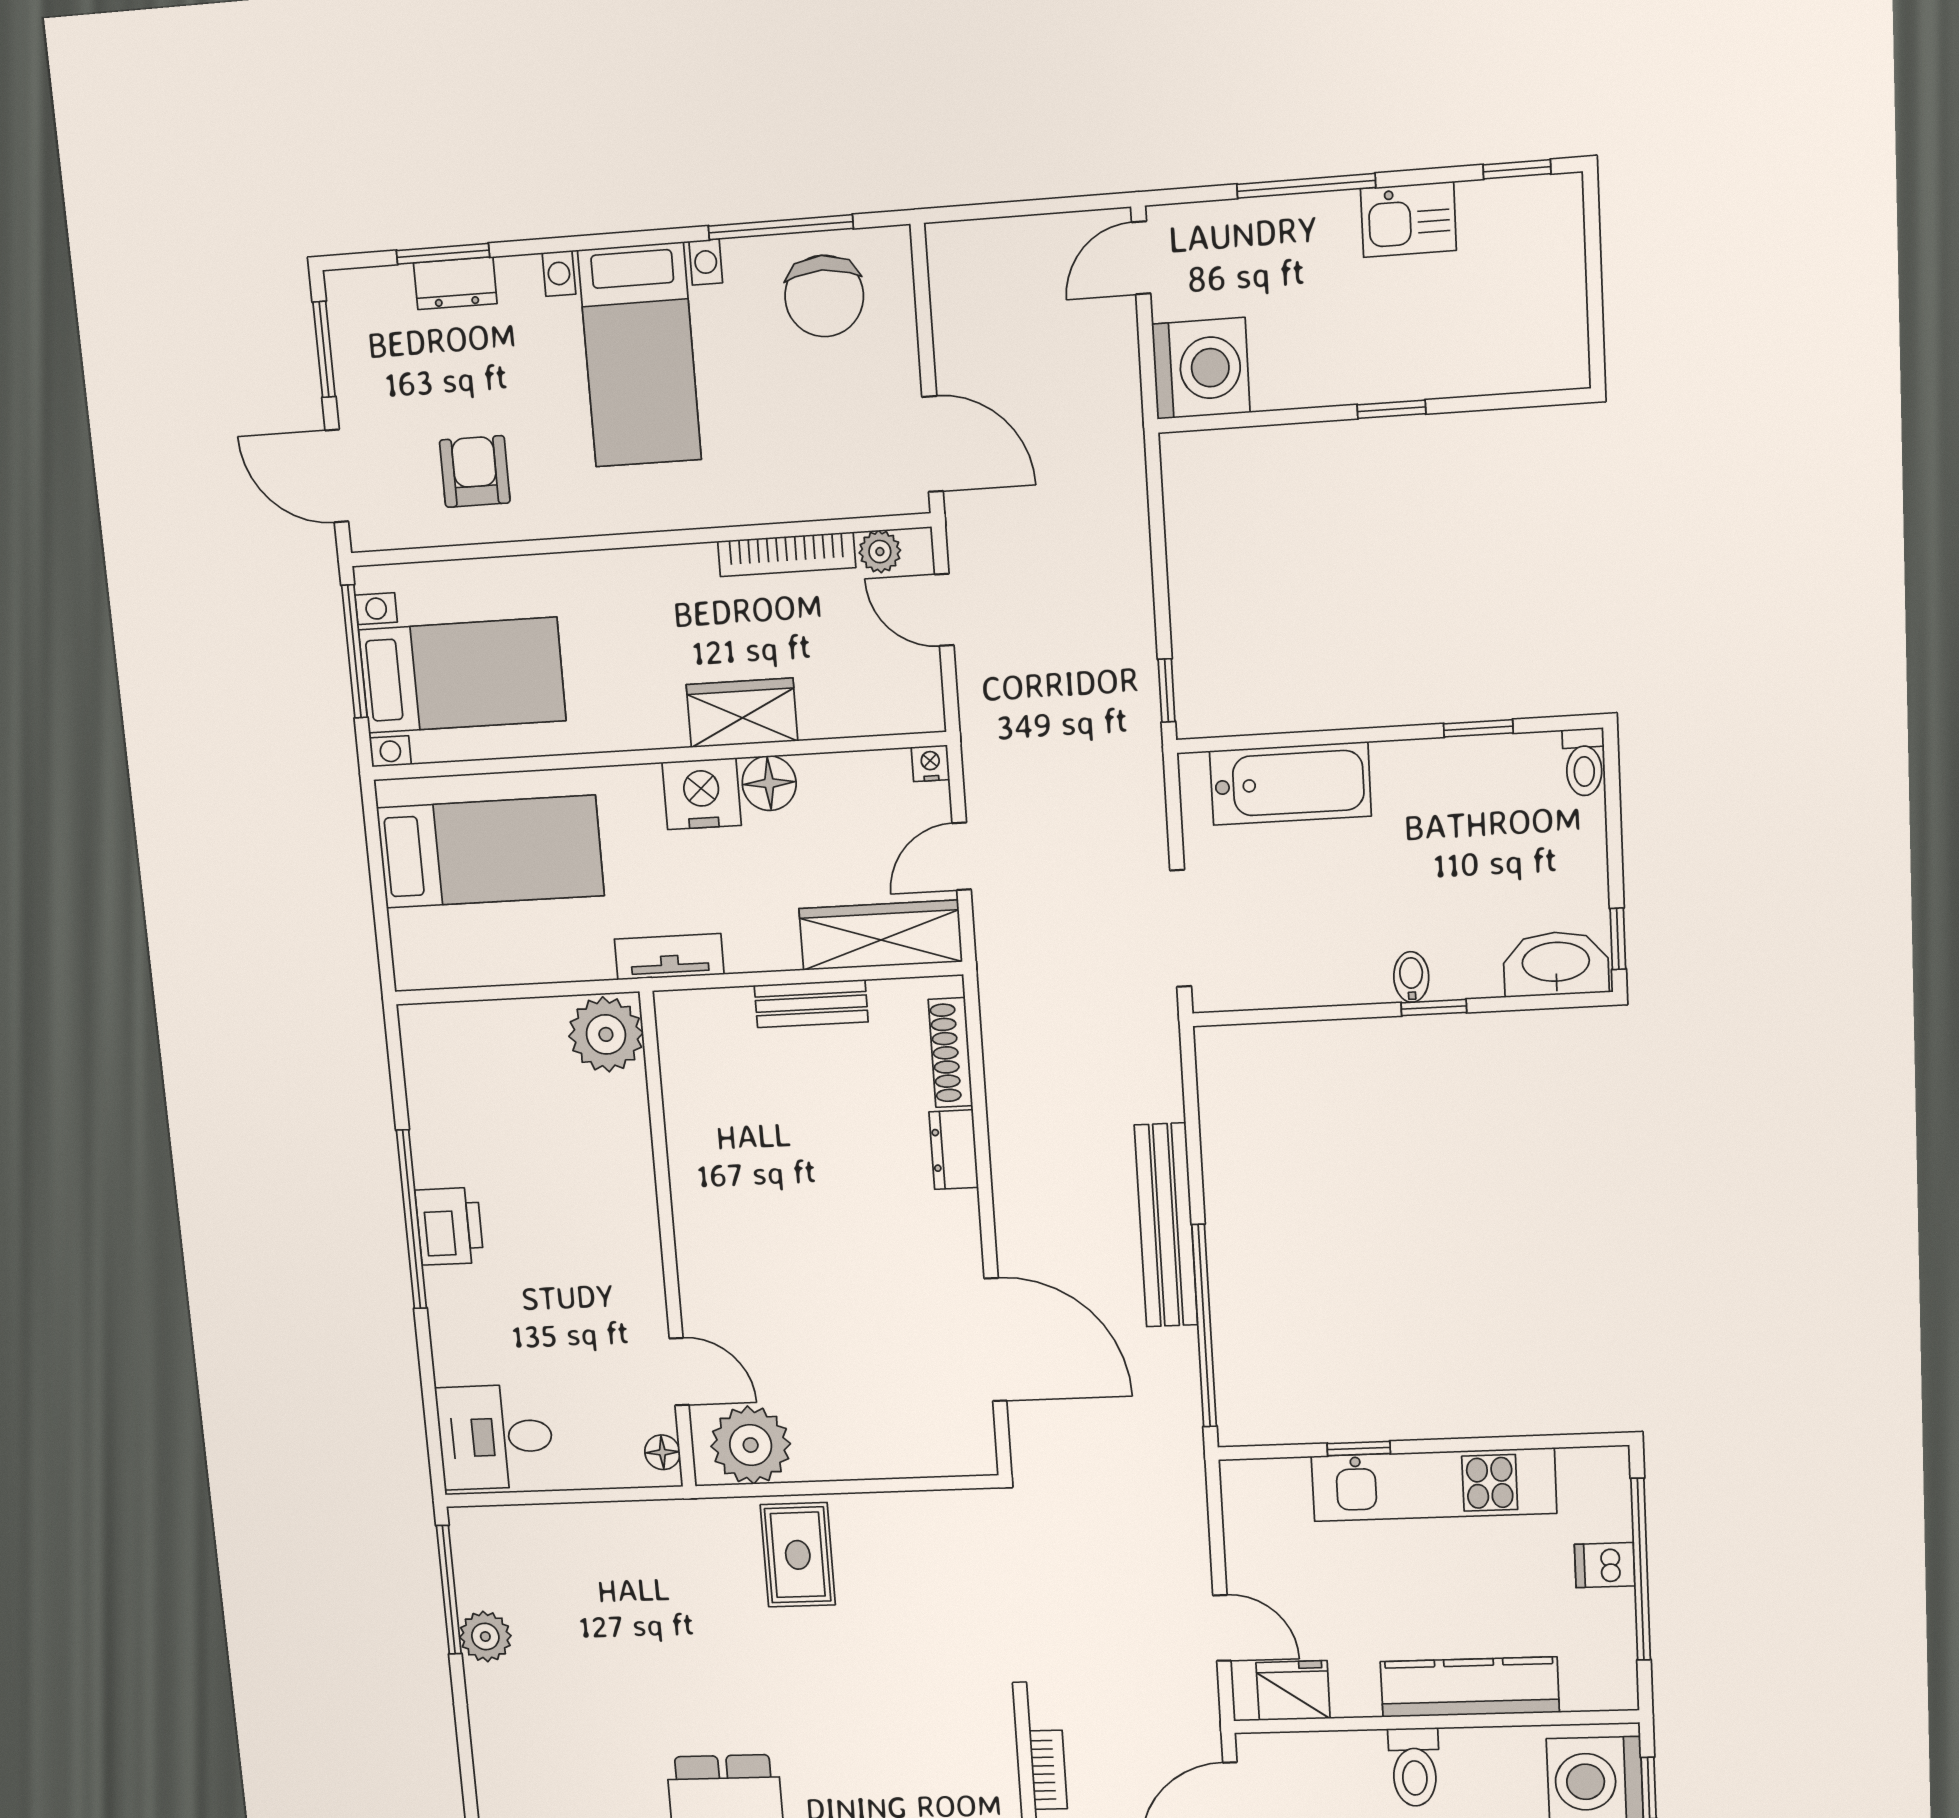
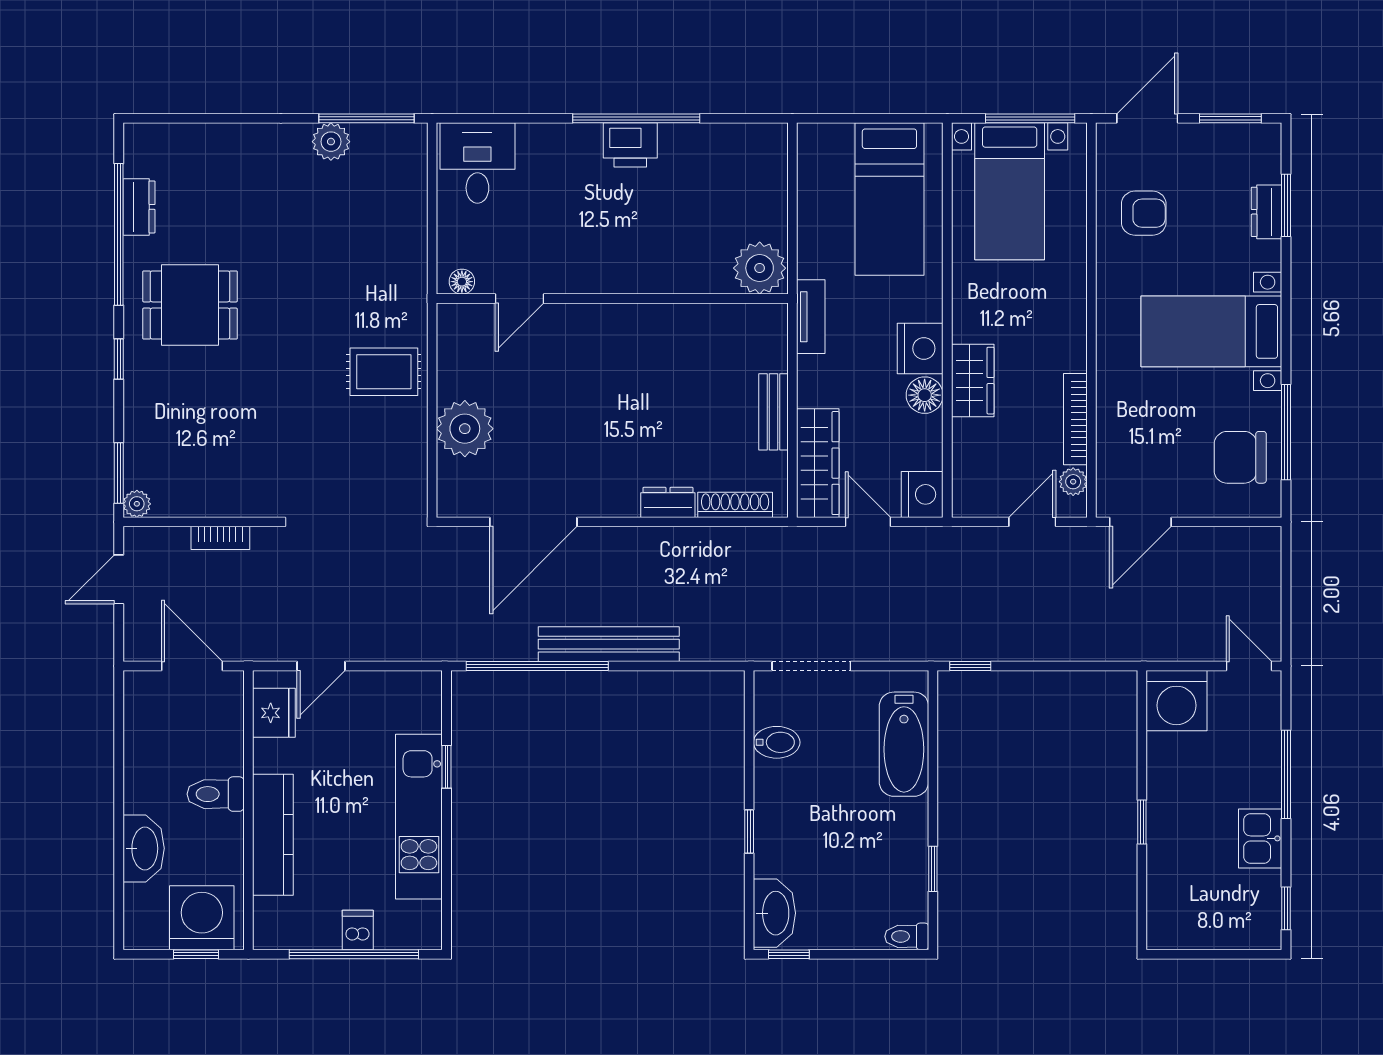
nightstand: (930, 763) -> (922, 494), width x1.89, depth x1.79
bidet: (1411, 977) -> (777, 742), moved, width x1.38, depth x1.36
plant: (751, 1445) -> (465, 429), moved

